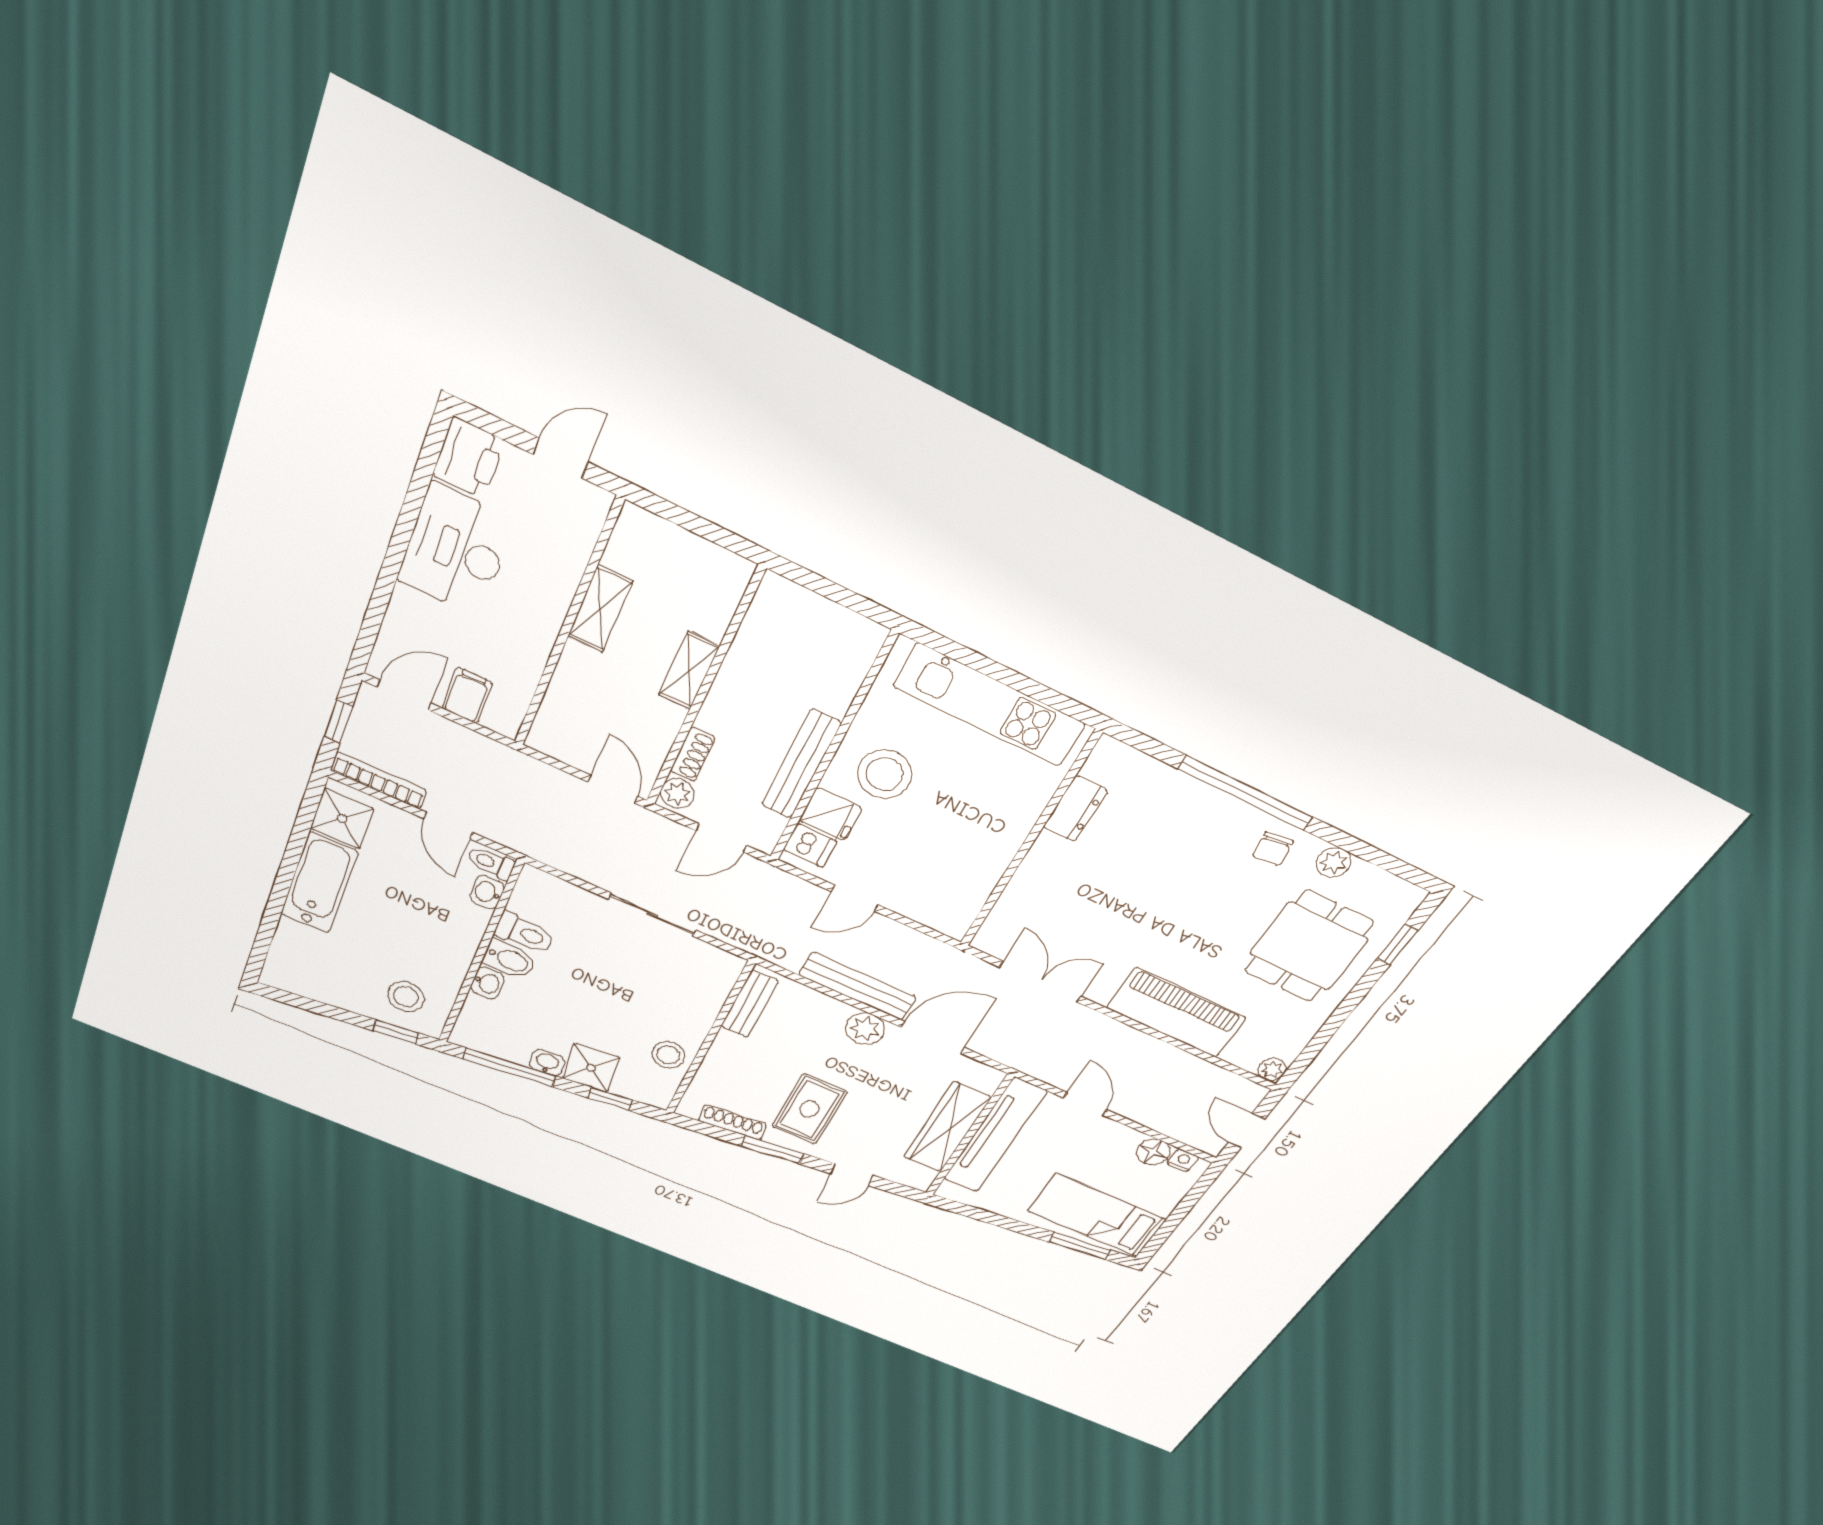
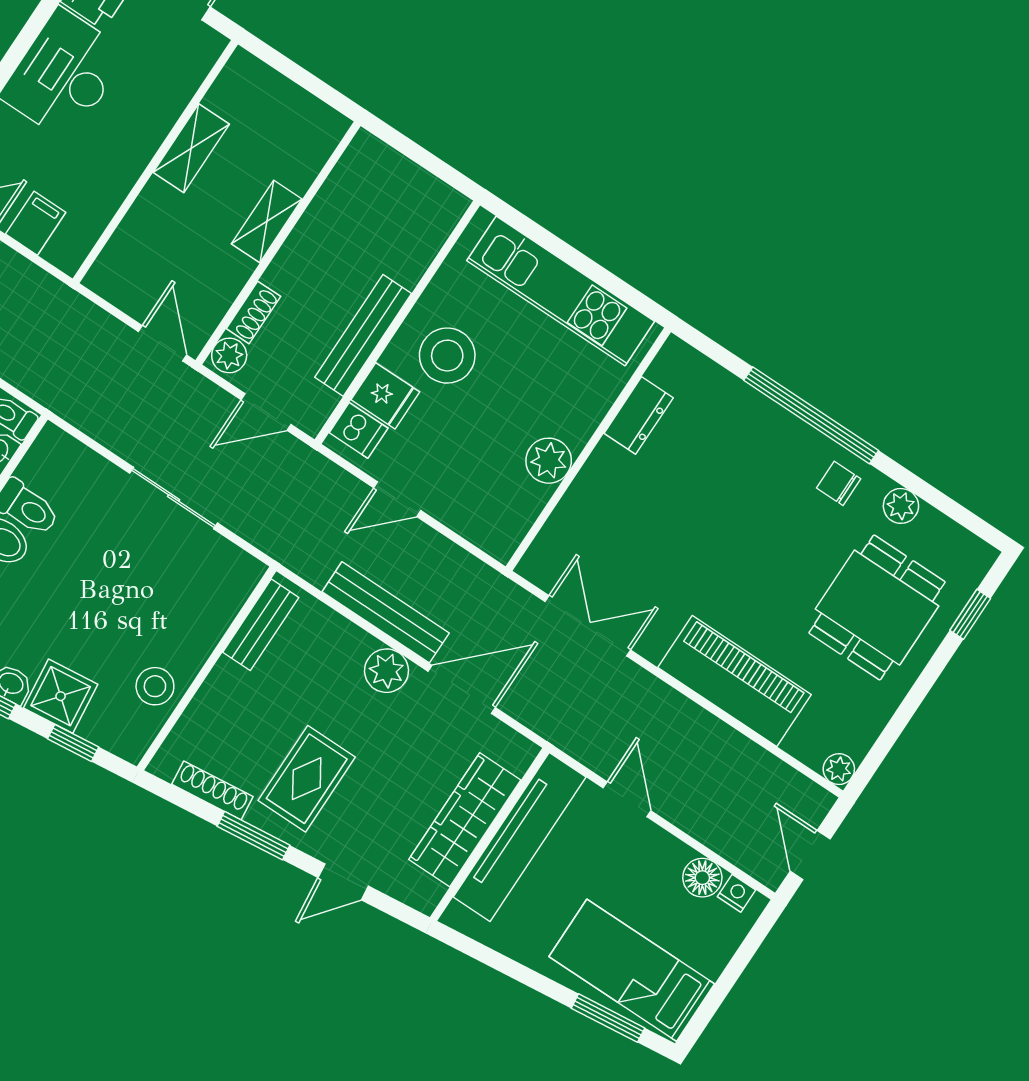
chair: (1273, 849) -> (839, 483), turned 97
plant: (992, 854) -> (549, 461), added

